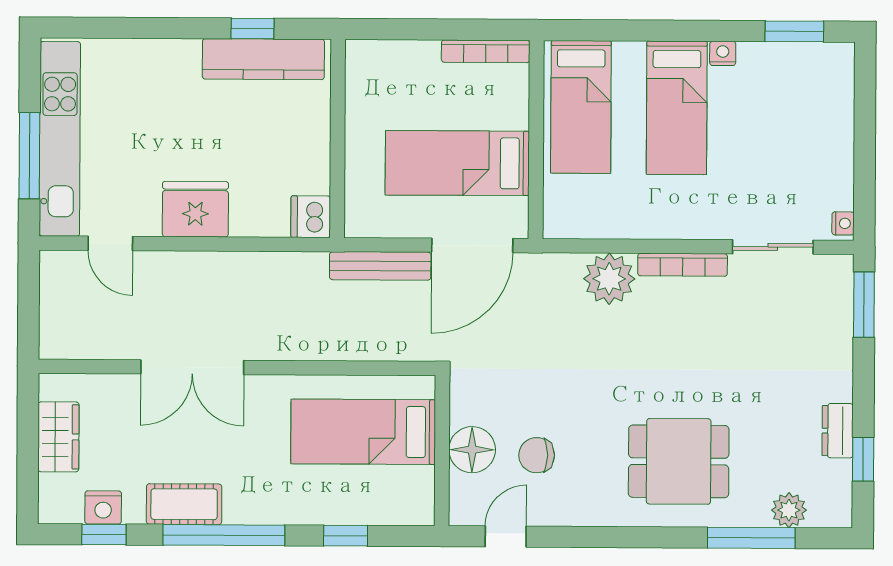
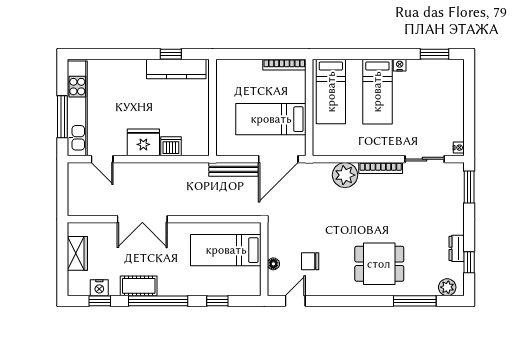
dishwasher: (311, 217) -> (171, 146), moved, turned 90
floor lamp: (472, 450) -> (273, 264), width x0.53, depth x0.53
plant: (789, 510) -> (447, 287), moved

